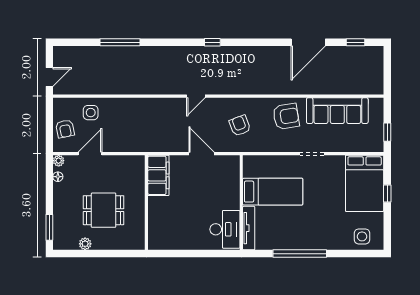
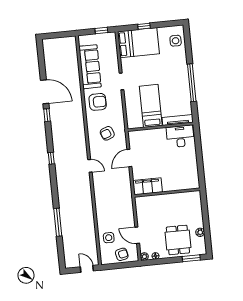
window: (355, 42) -> (47, 115), moved
armchair: (286, 116) -> (98, 102), turned 99
dining table: (104, 210) -> (178, 240), moved

